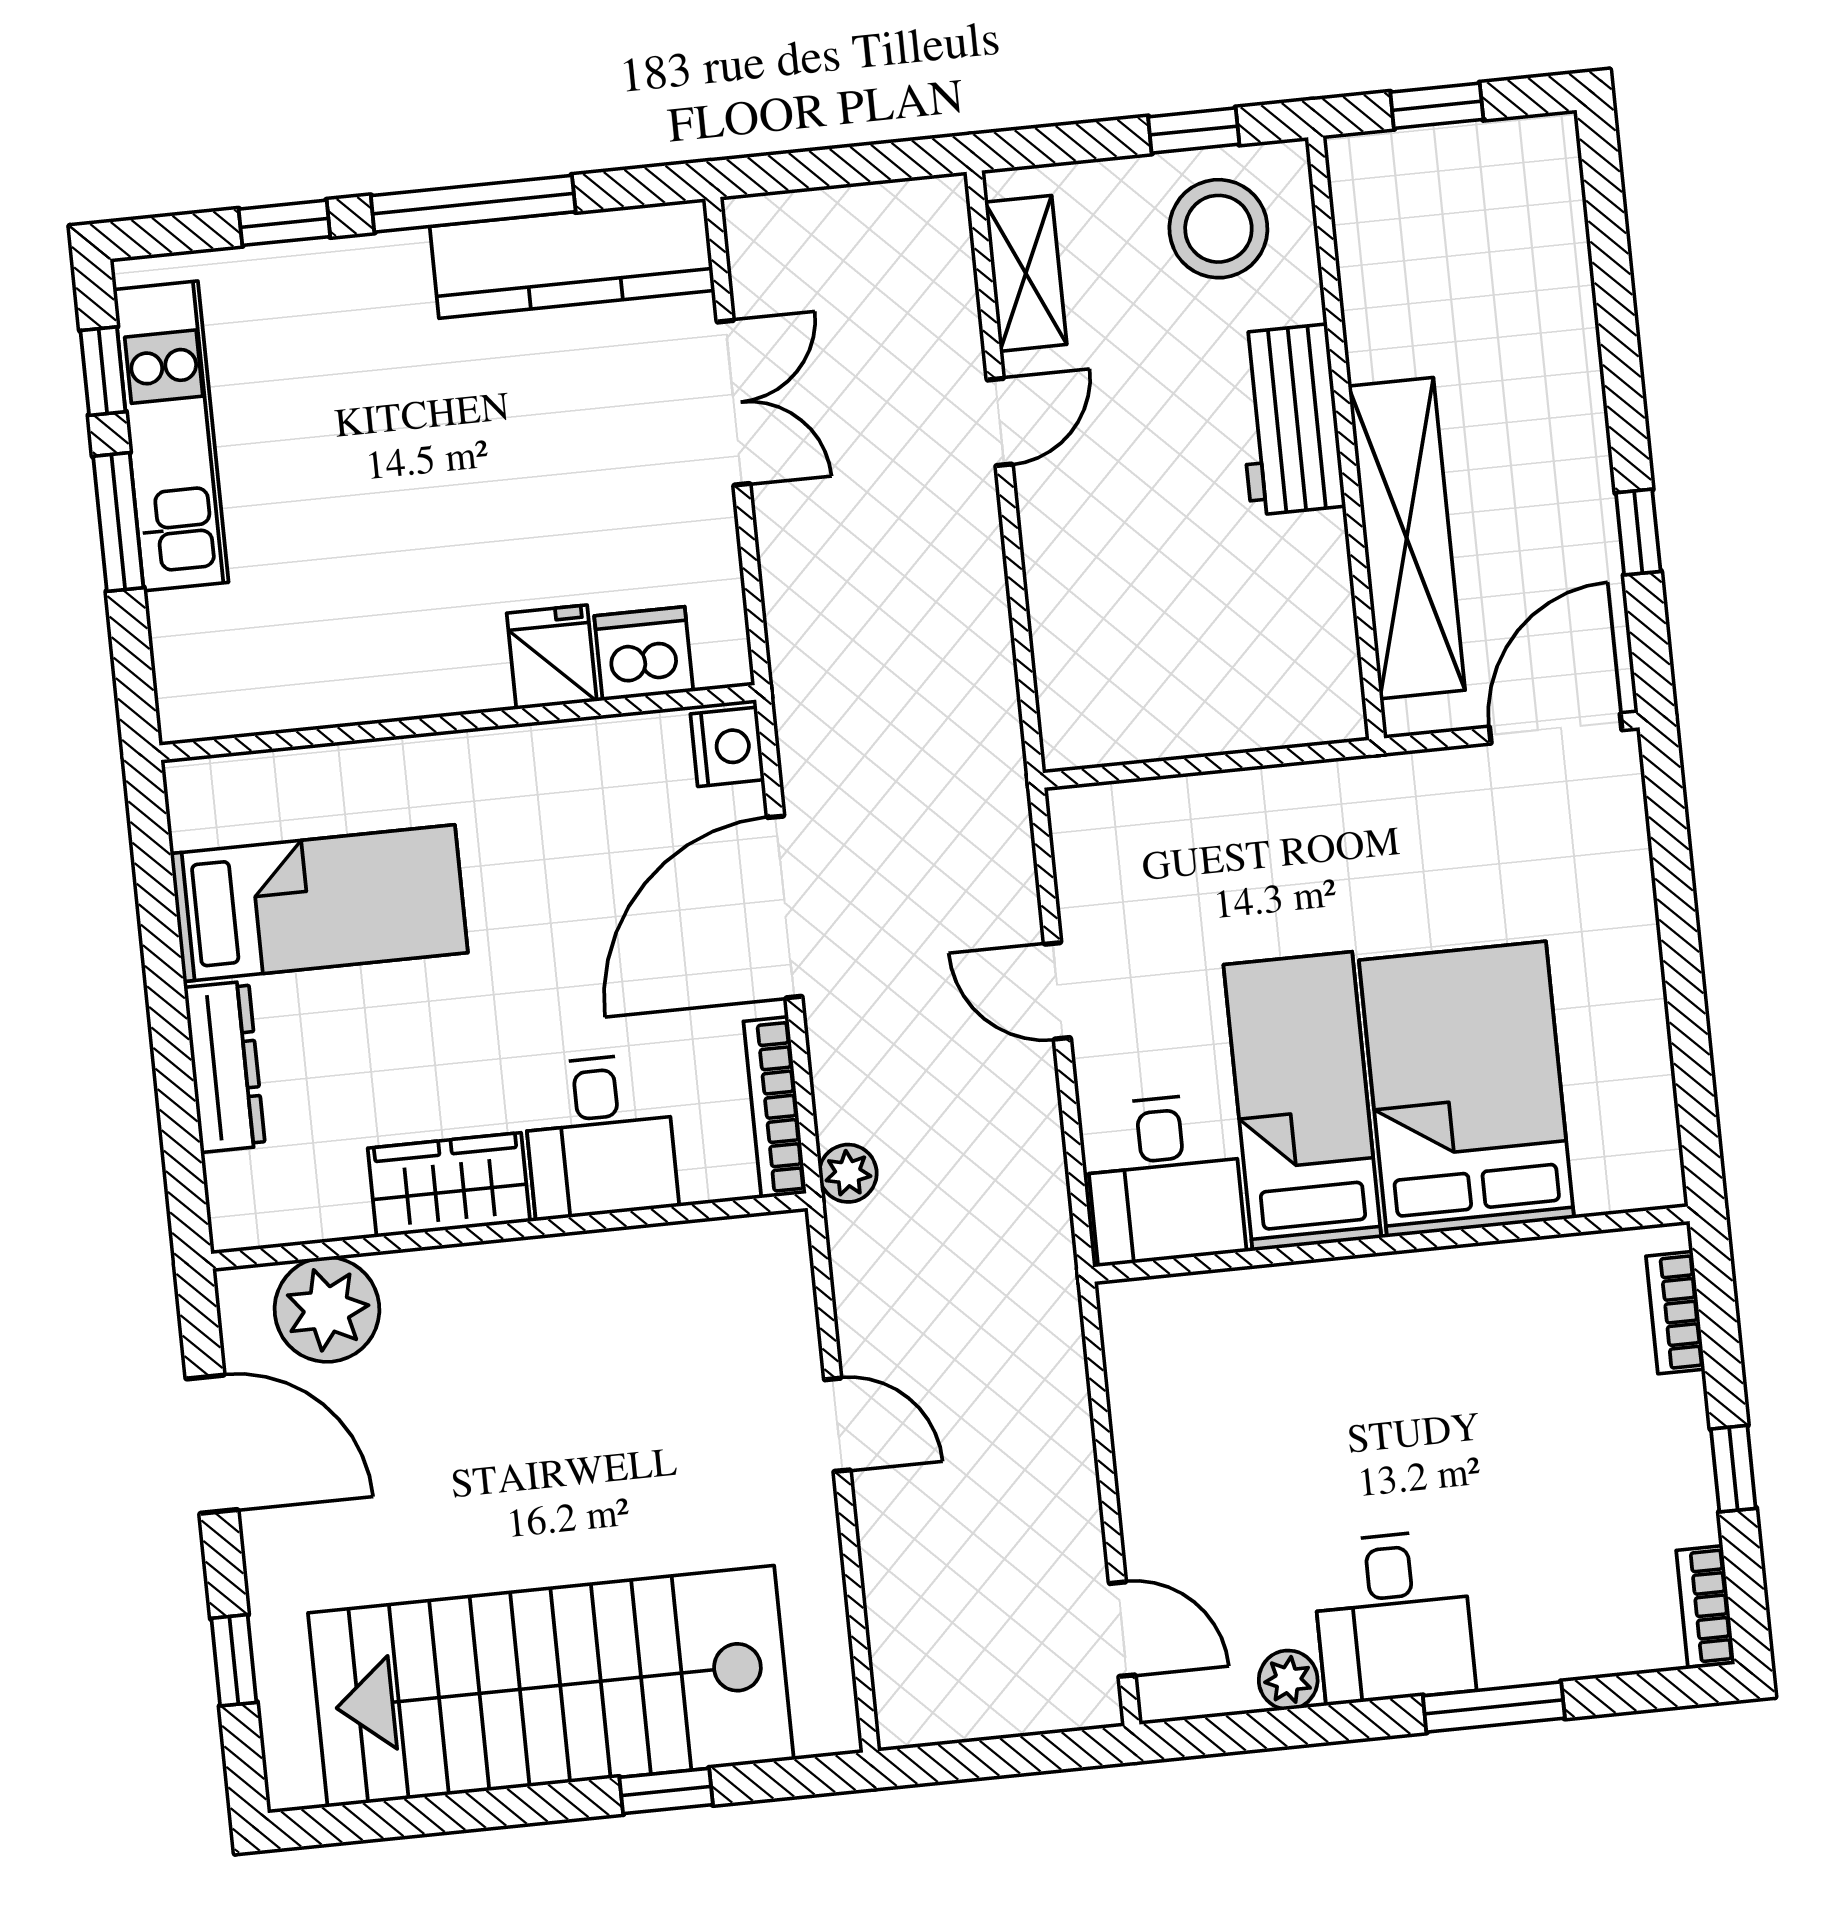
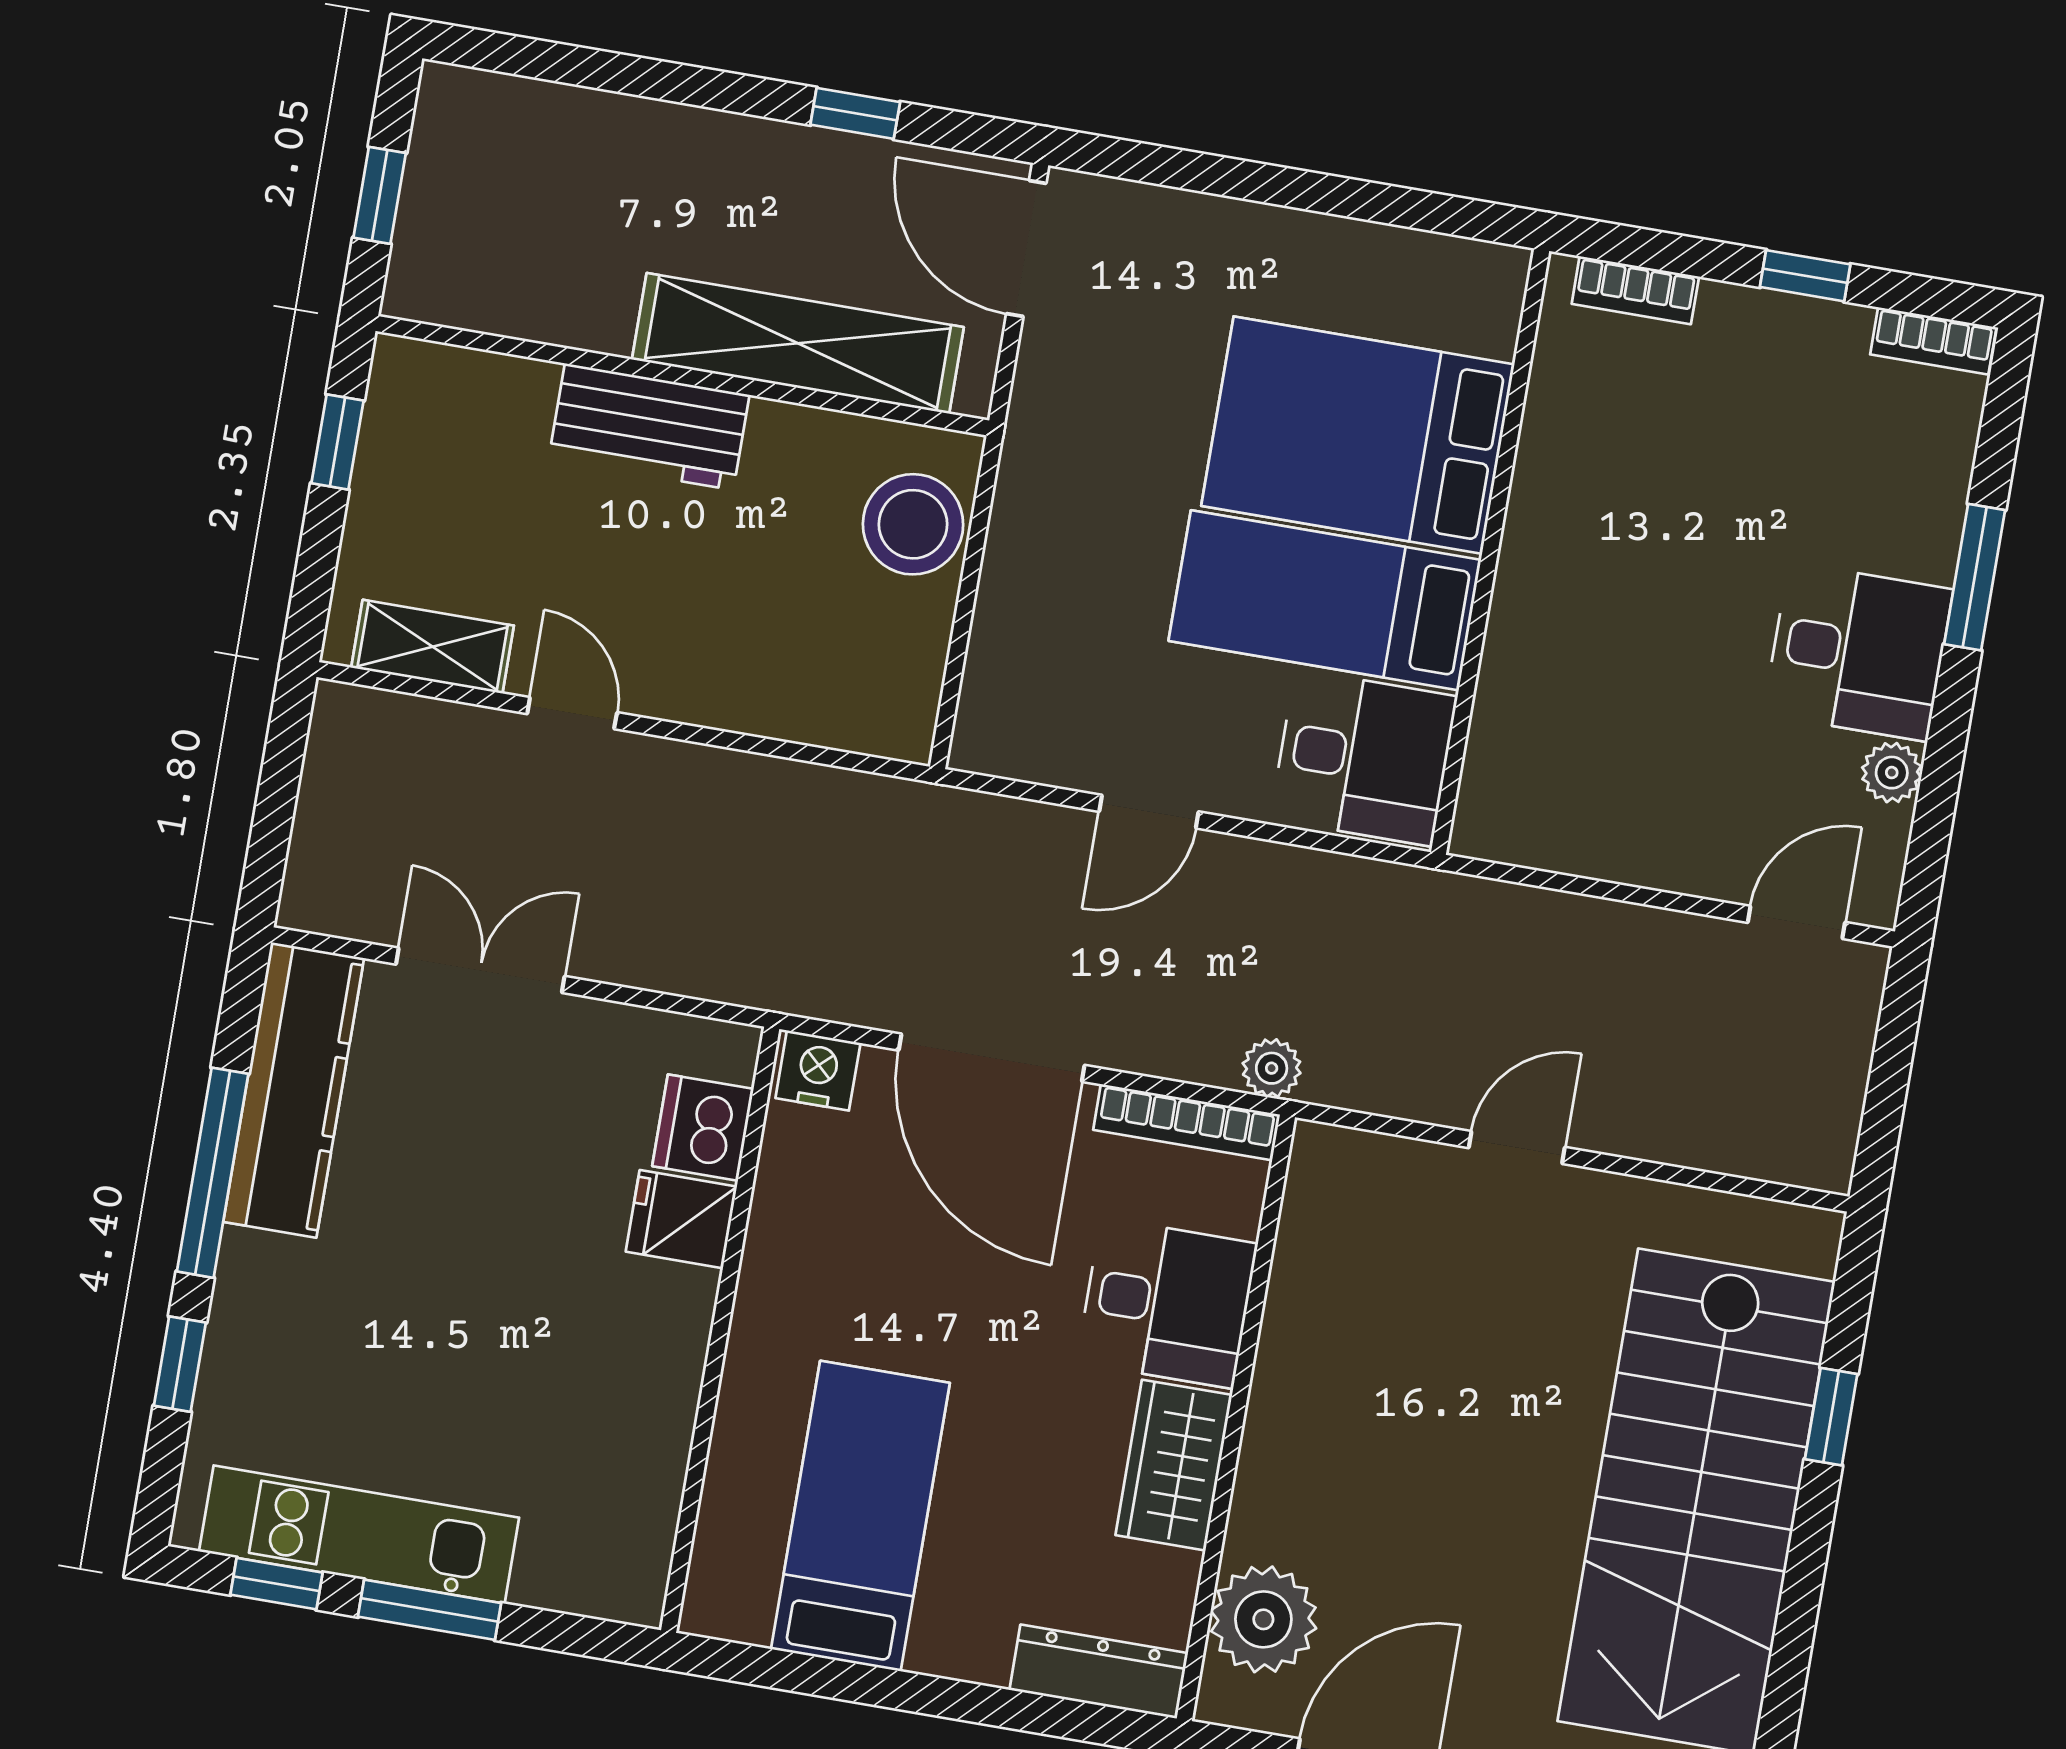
stool: (1218, 229) -> (913, 524), moved
dresser: (225, 1067) -> (1099, 1672), moved

